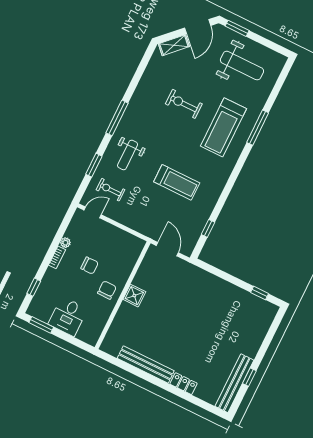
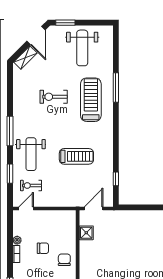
weight bench: (242, 66) -> (82, 48), turned 90
treadmill: (223, 127) -> (91, 100), turned 180
weight bench: (128, 155) -> (31, 154), width x1.36, depth x1.33
door: (167, 249) -> (94, 208), hinge flipped
shower: (134, 296) -> (86, 233), moved

